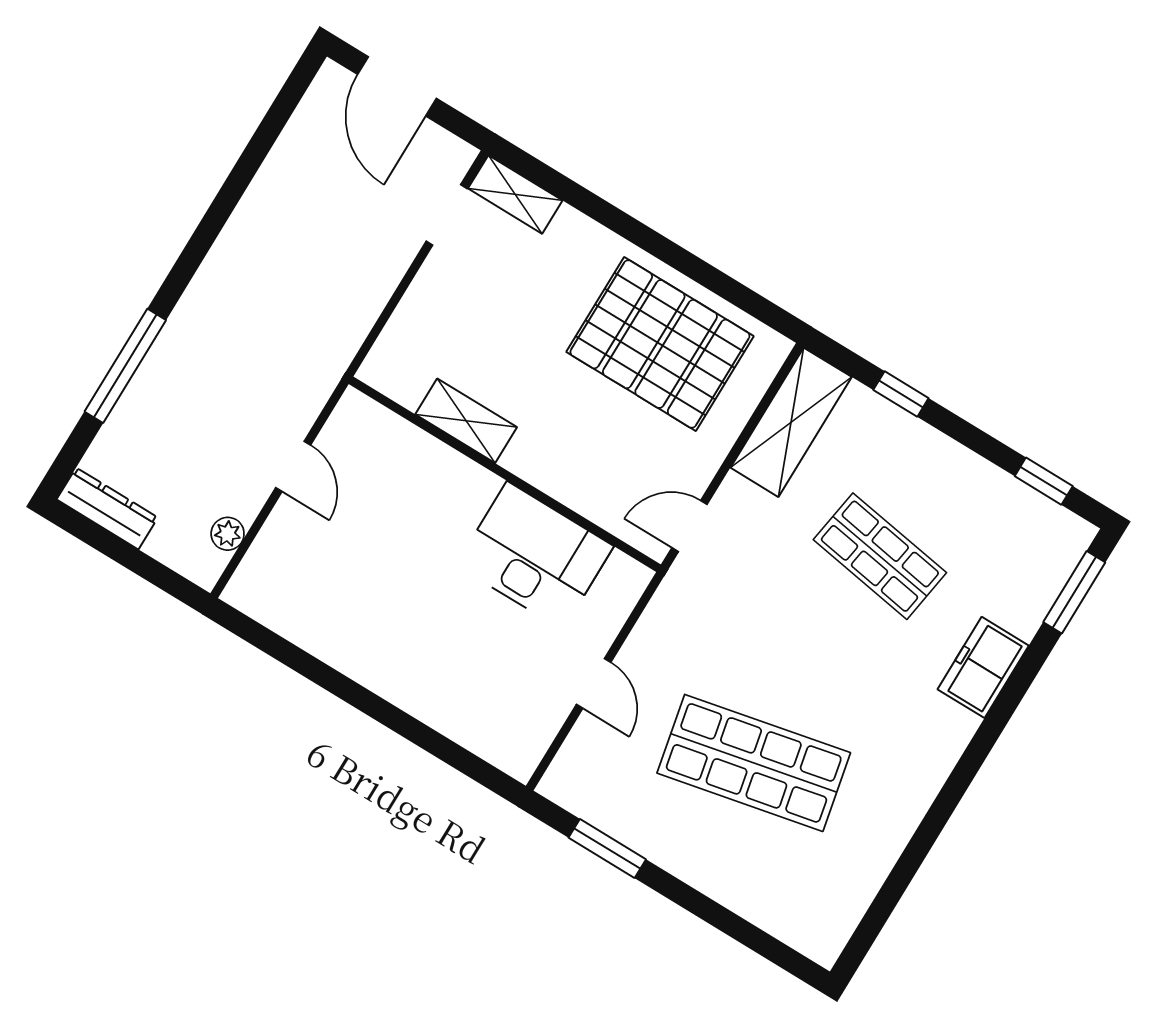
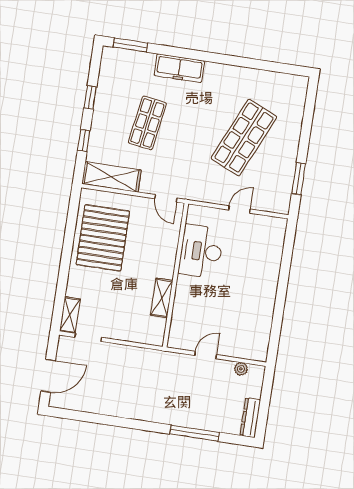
window: (1044, 481) -> (90, 97), moved
freezer: (983, 667) -> (179, 68), width x1.40
shop shelf: (754, 763) -> (244, 138), turned 36

